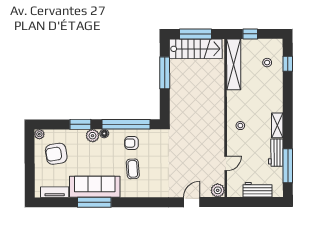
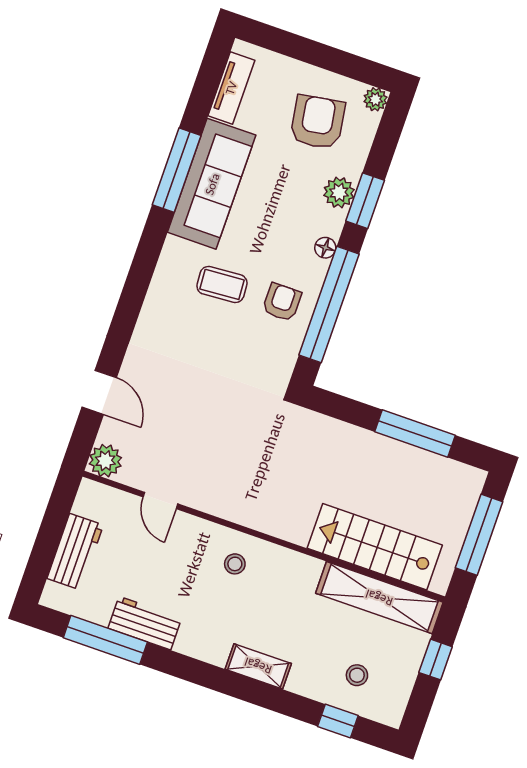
stairs: (196, 49) -> (375, 547), moved, turned 90
shelving: (277, 125) -> (258, 666), moved
plant: (93, 136) -> (339, 192), moved

